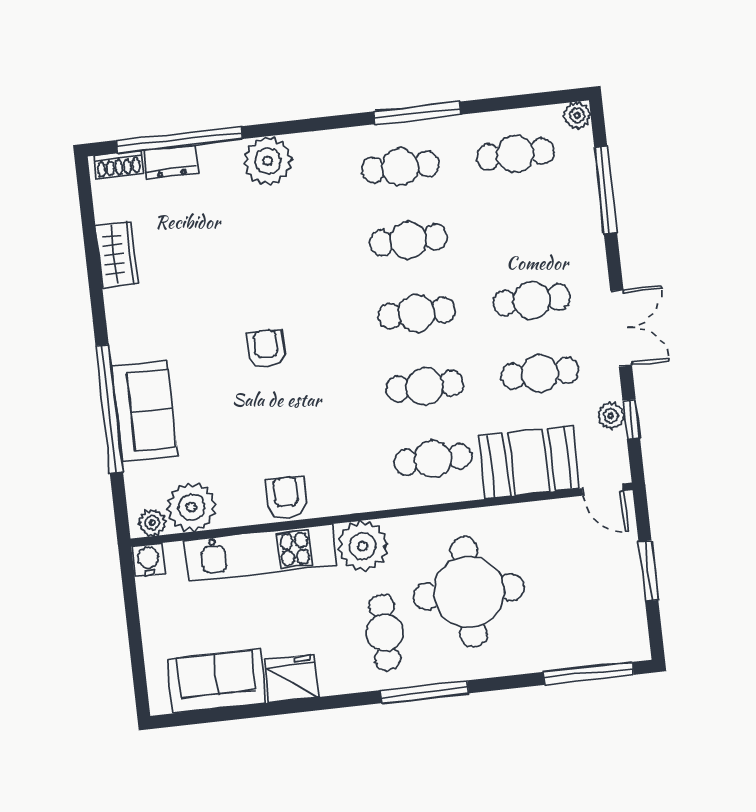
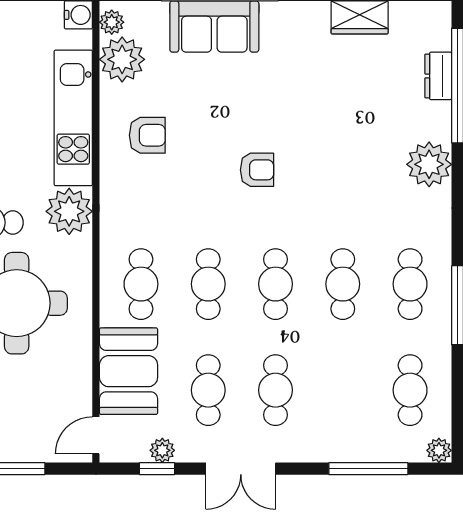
shoe rack: (119, 164) -> (441, 28), removed
armchair: (266, 349) -> (257, 170), moved
armchair: (286, 498) -> (147, 135), moved

